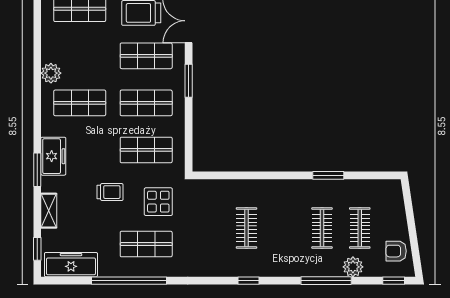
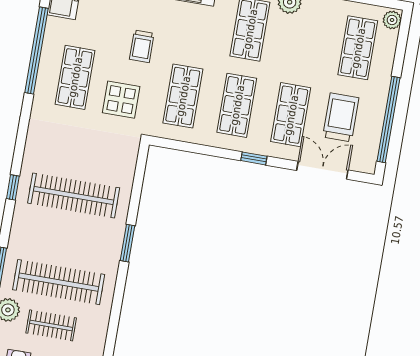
window: (189, 81) -> (254, 158), width x0.67
window: (328, 175) -> (127, 243), moved
clothes rail: (246, 228) -> (74, 195), width x1.86, depth x1.31
clothes rail: (322, 228) -> (59, 282), width x1.86, depth x1.31

